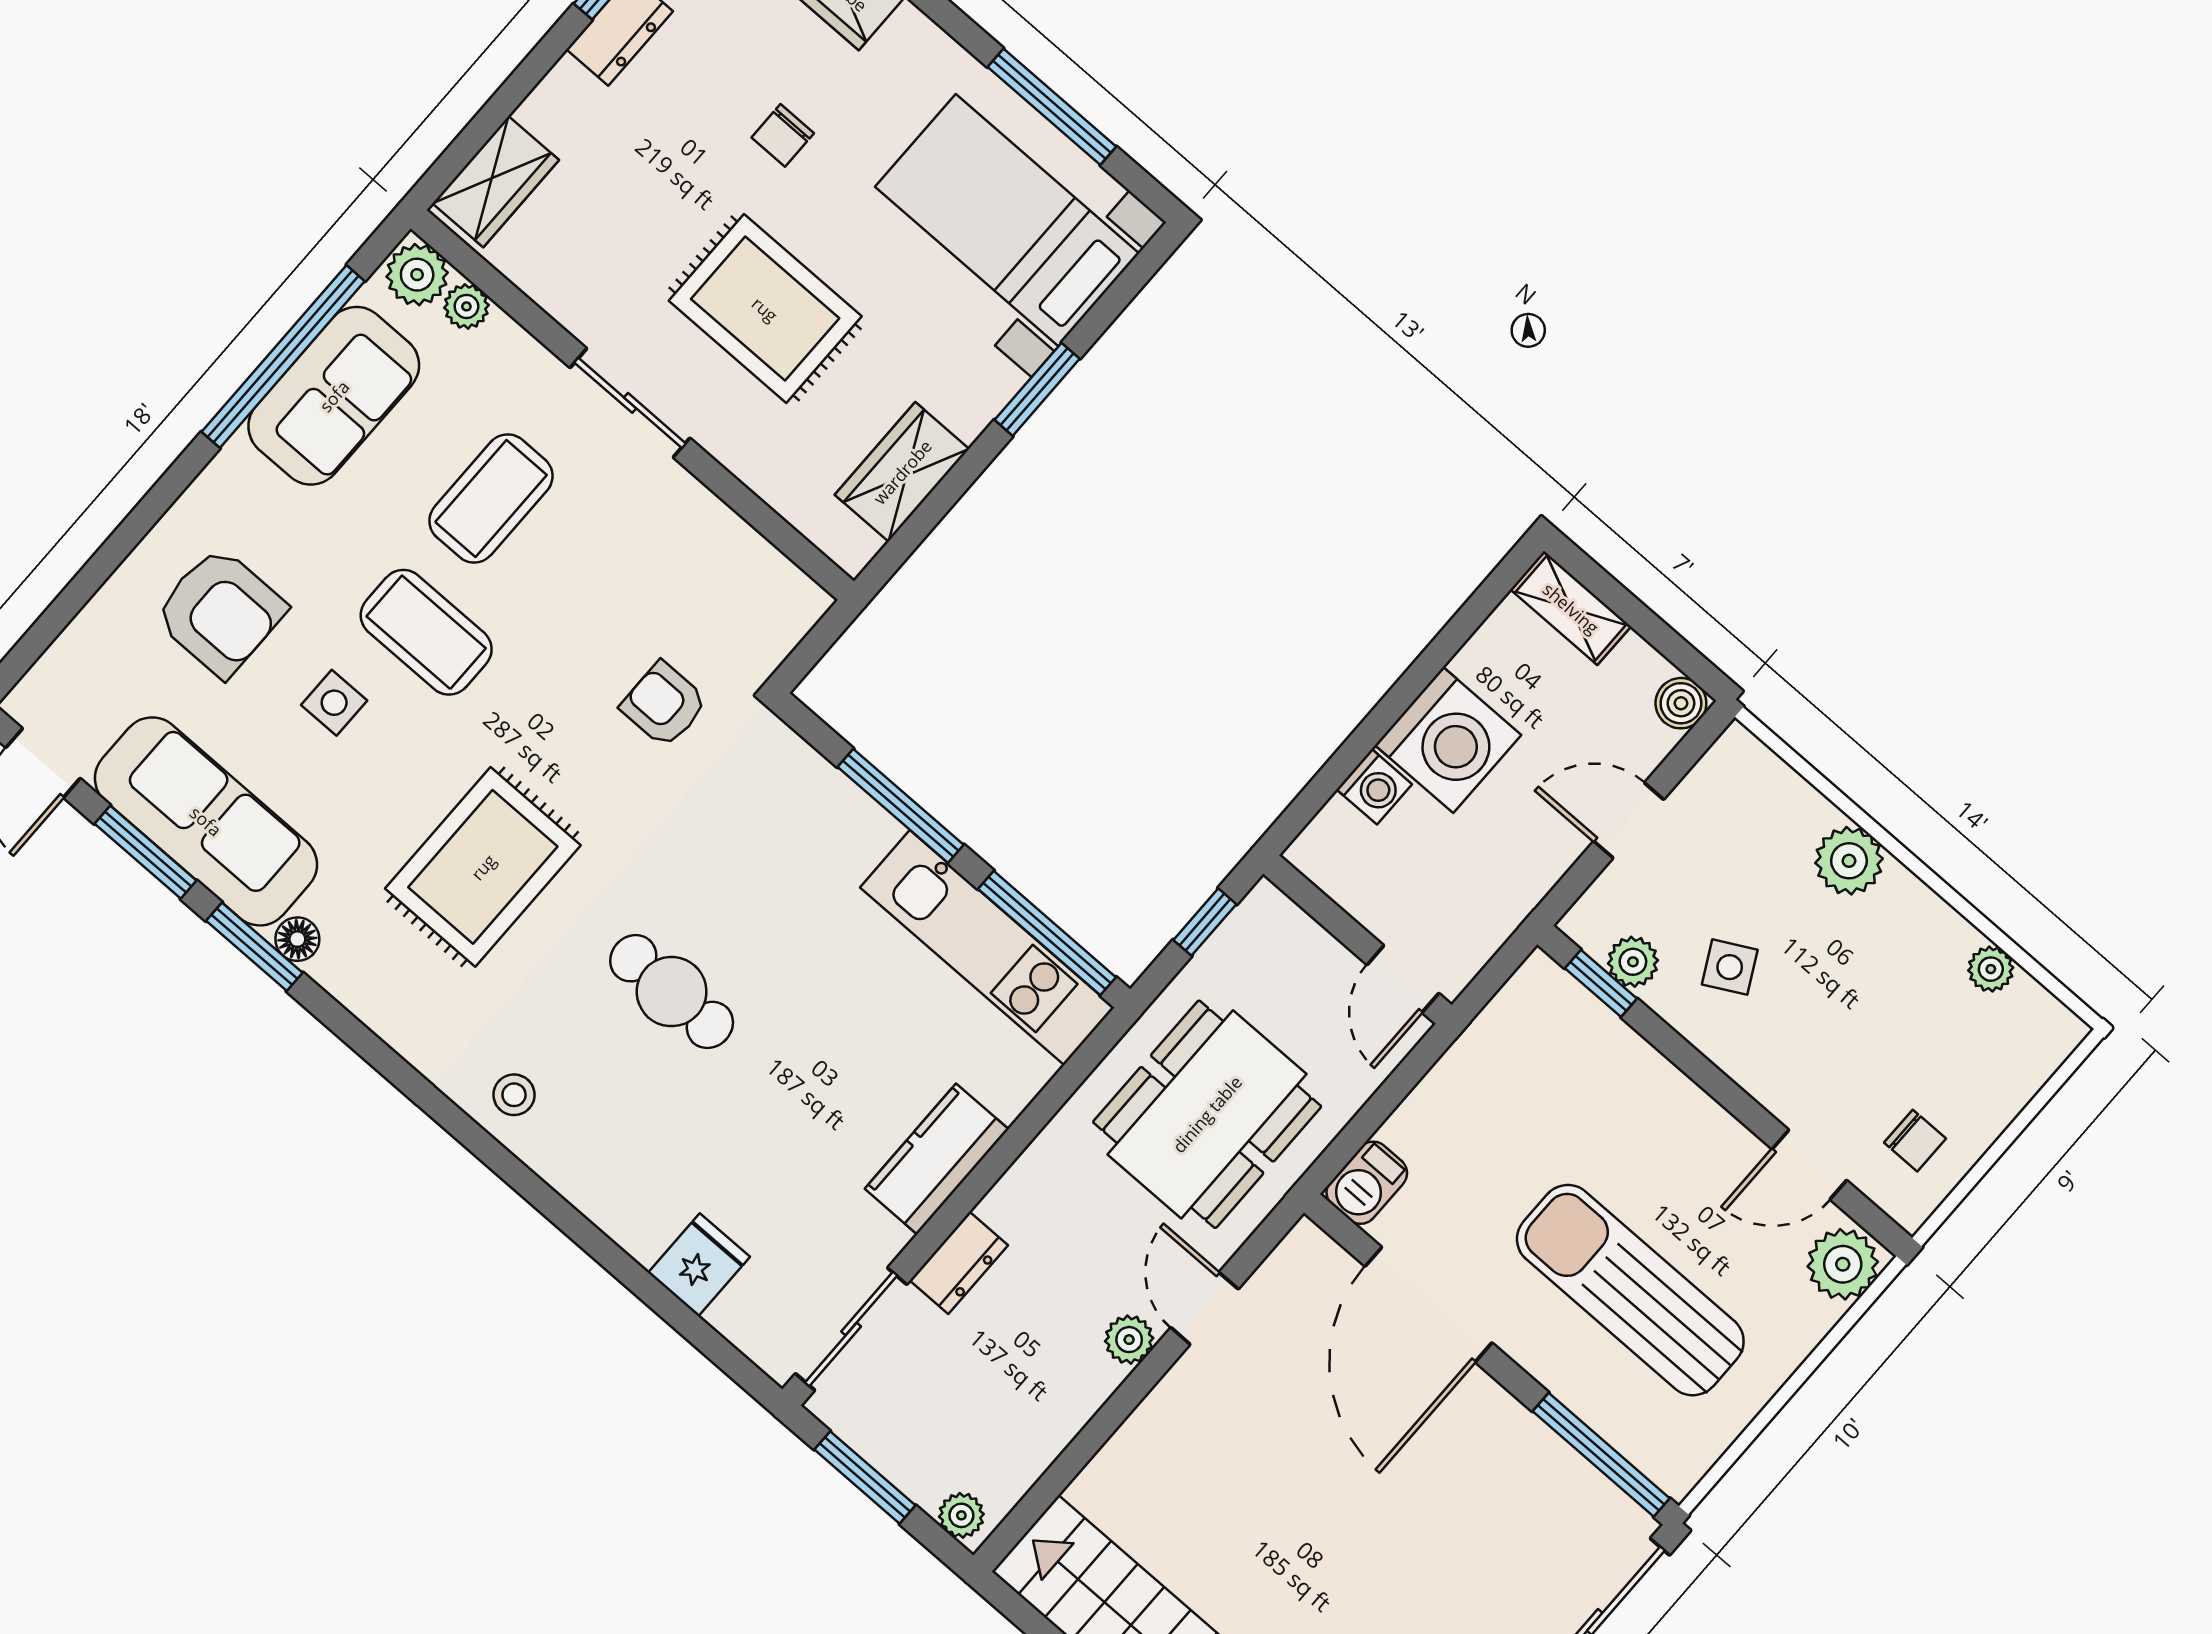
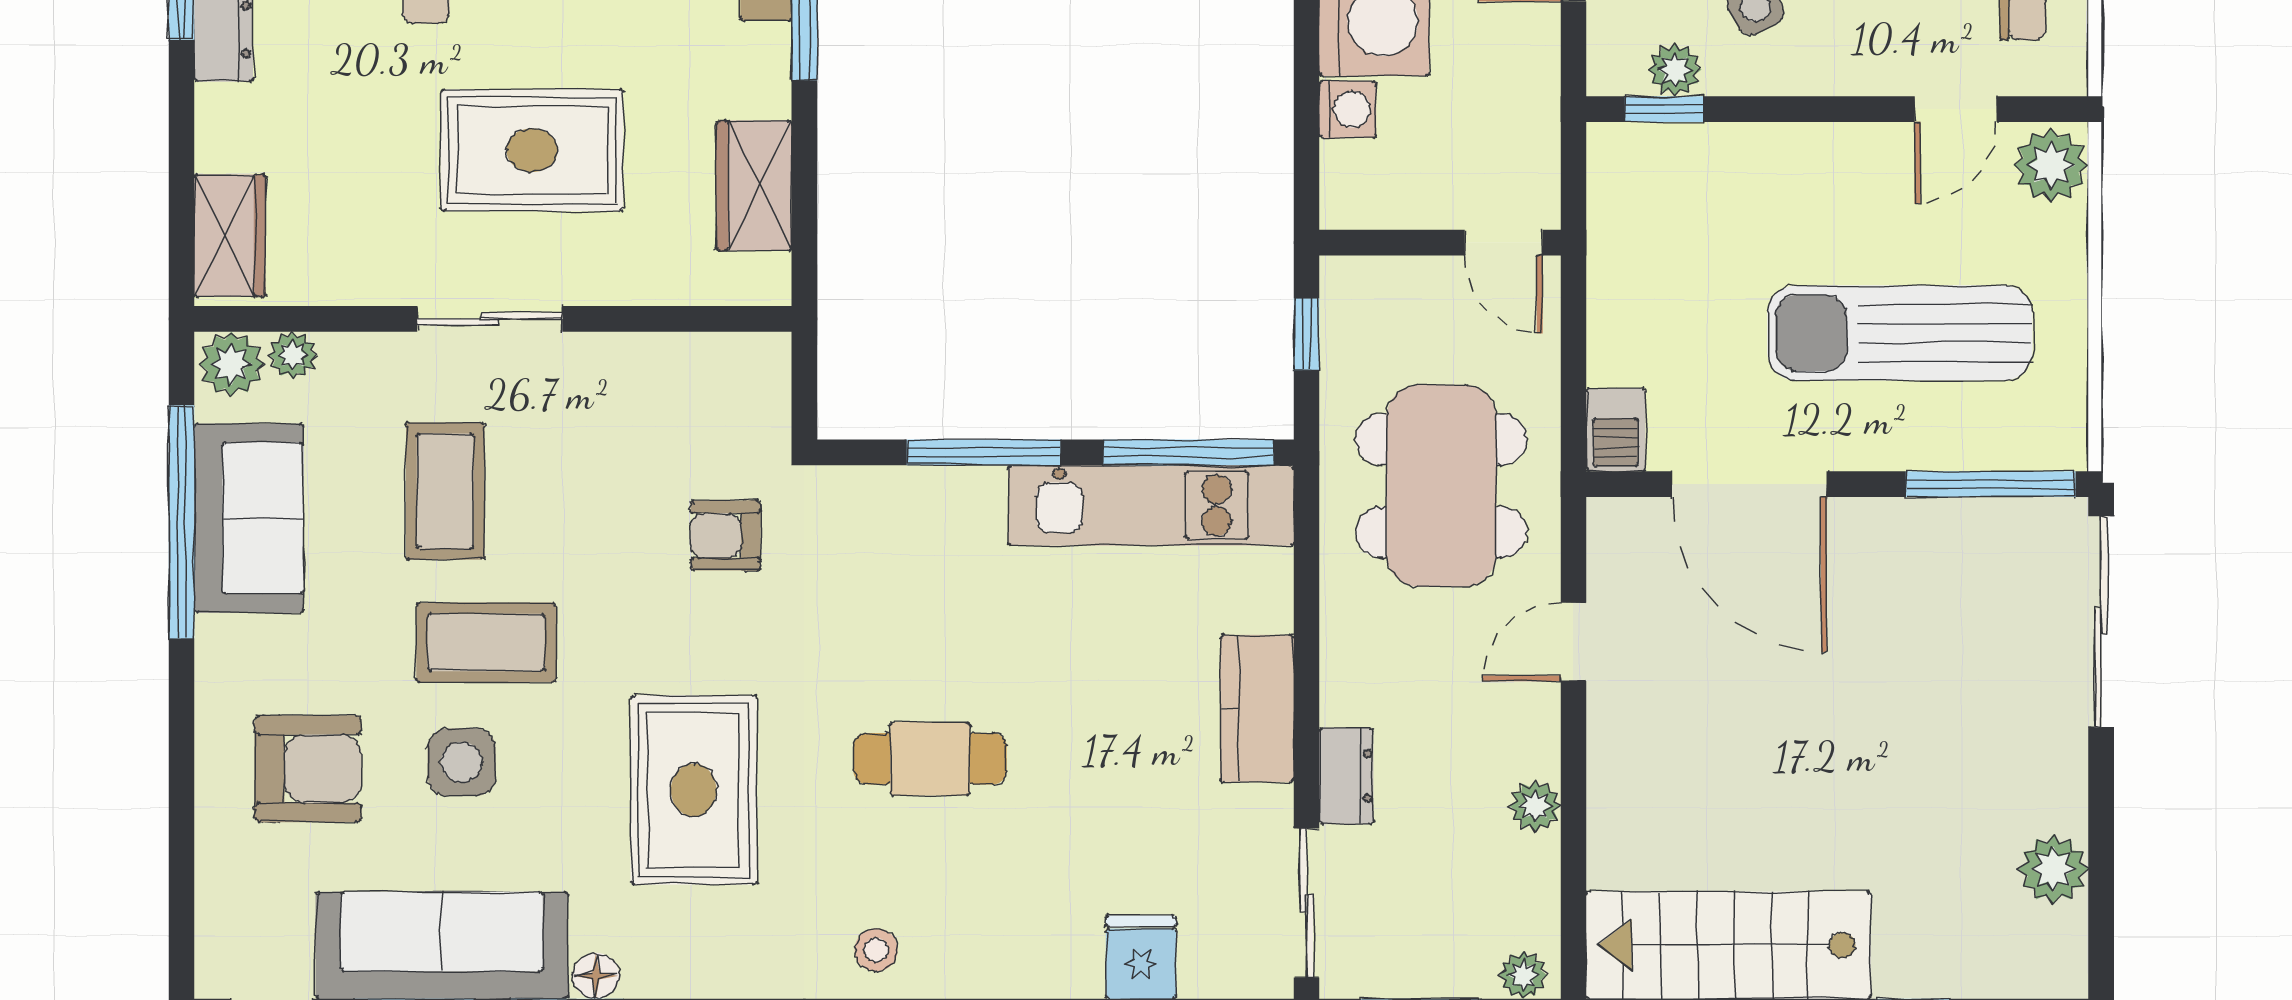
side table: (334, 703) -> (462, 762), width x1.37, depth x1.37
door: (1205, 1308) -> (1573, 642), hinge flipped
plant: (1129, 1340) -> (1535, 806), moved

